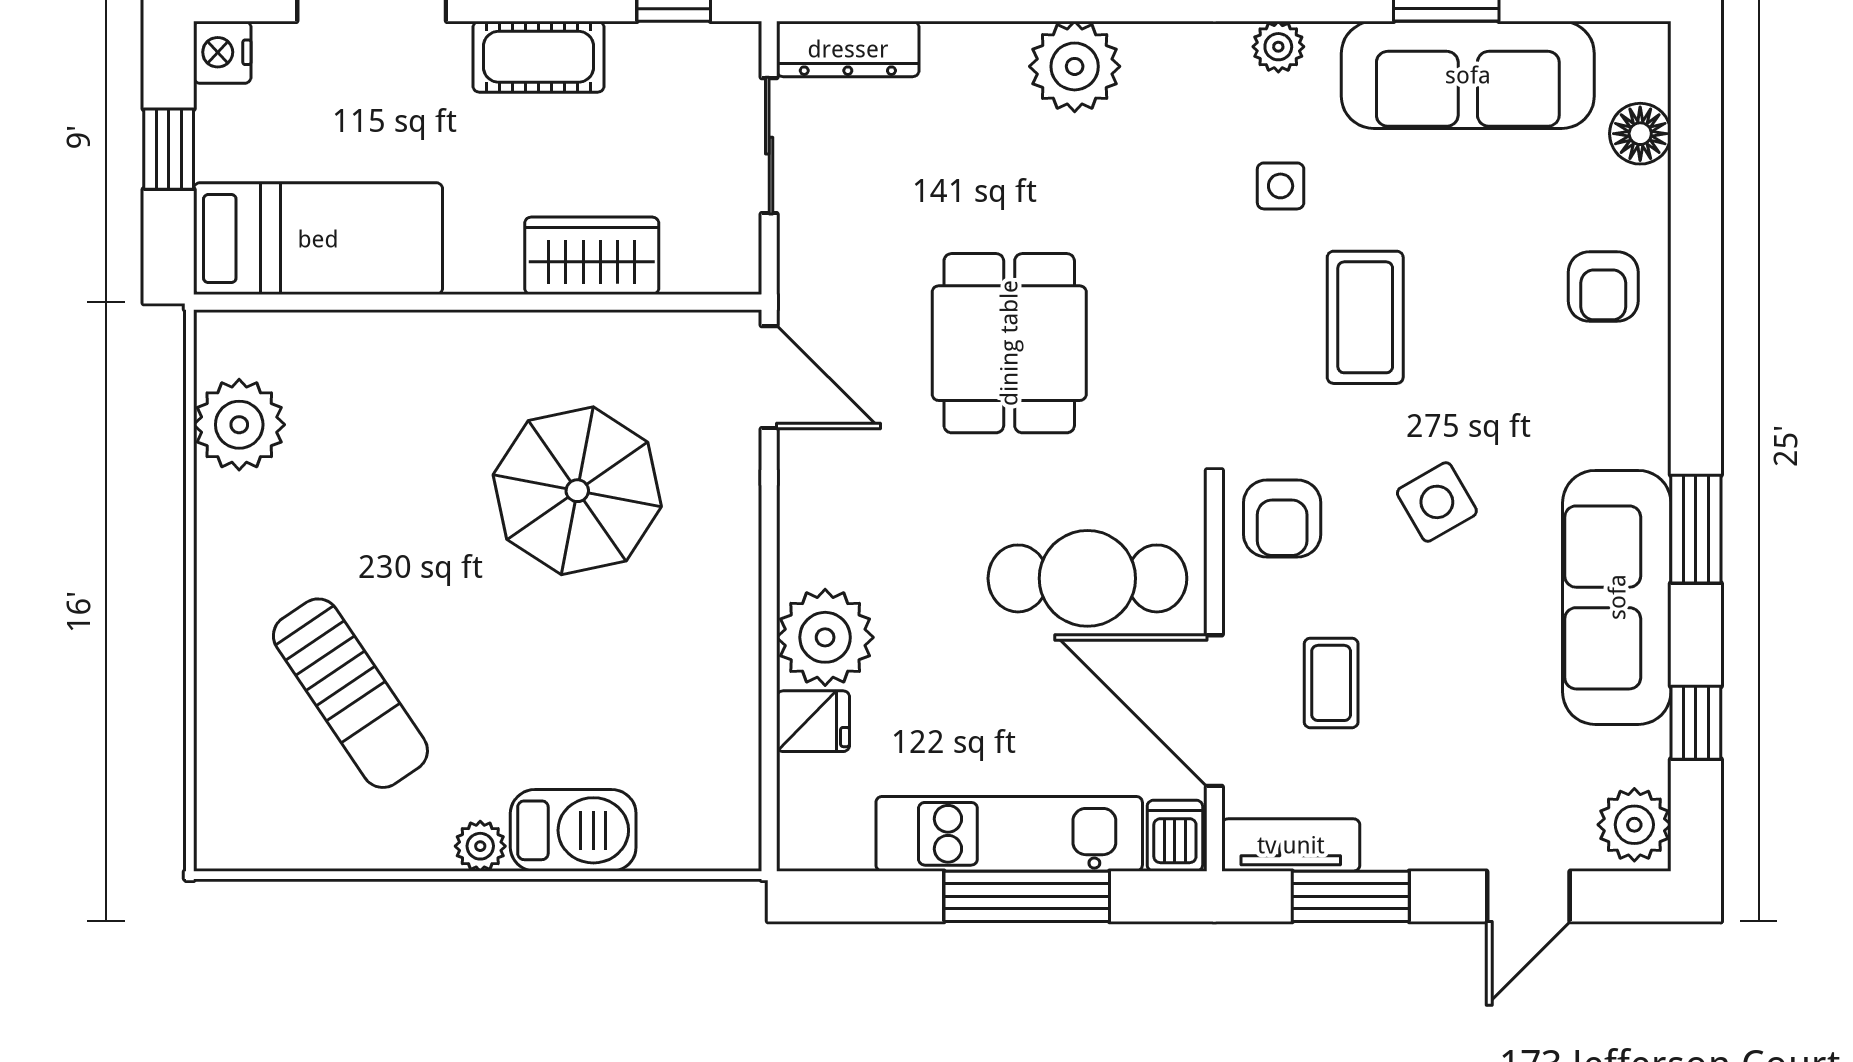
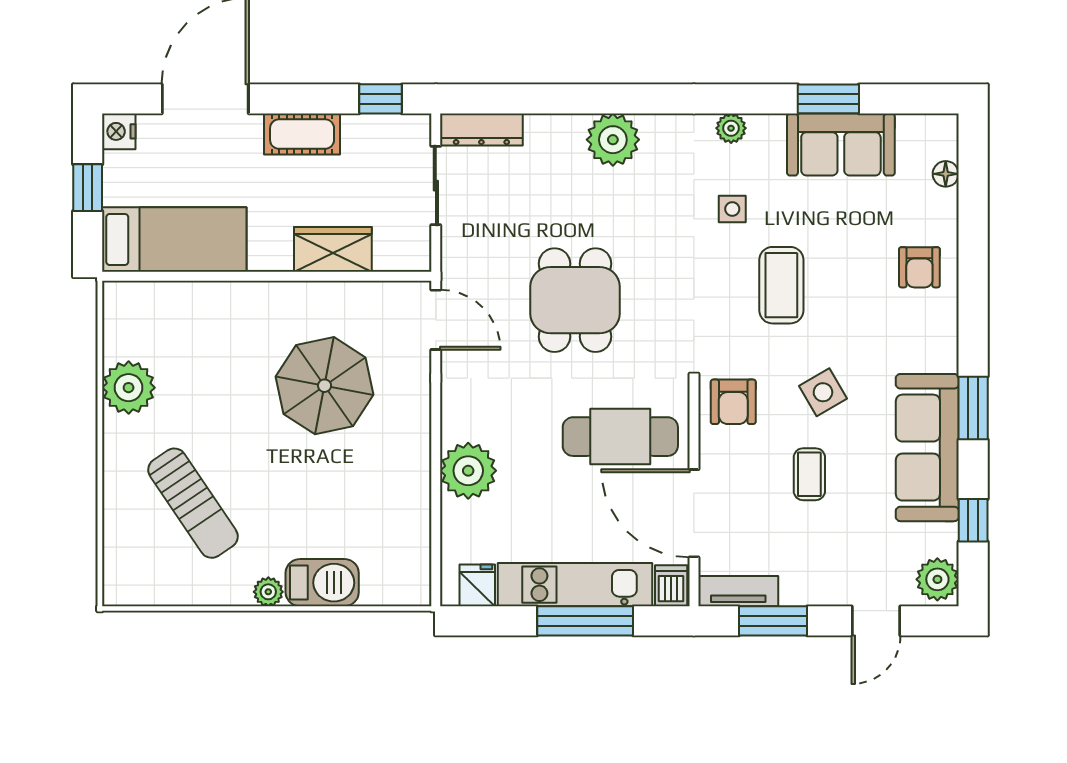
sofa: (1468, 75) -> (841, 145), width x0.73
floor lamp: (1640, 134) -> (946, 174), width x0.73, depth x0.73
plant: (239, 425) -> (129, 388), moved
coffee table: (1331, 683) -> (809, 474), moved
fridge: (813, 721) -> (477, 585), moved, turned -90

